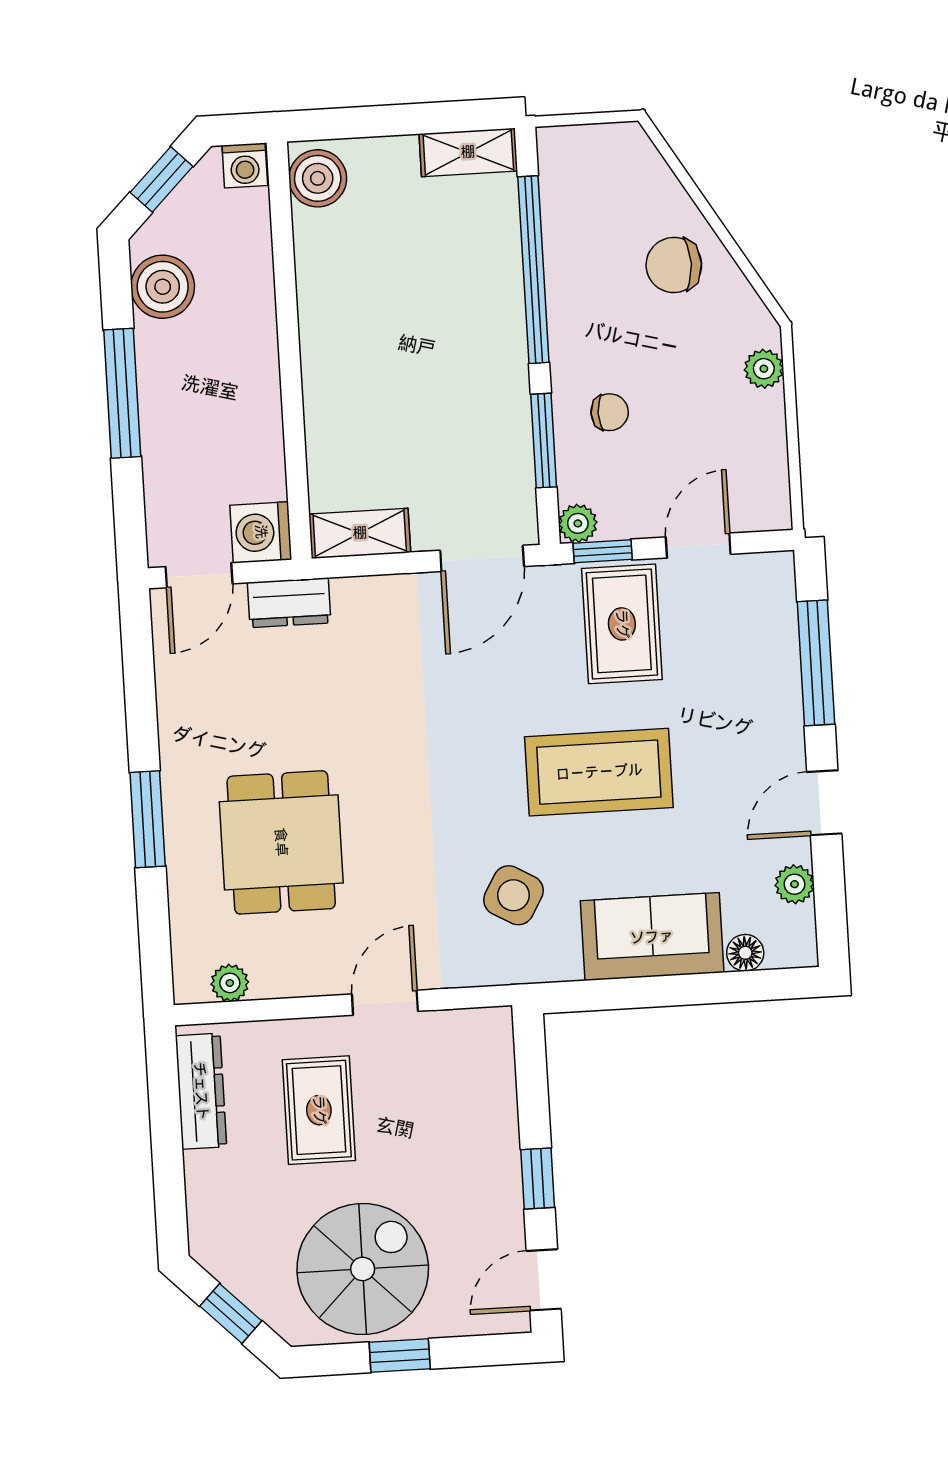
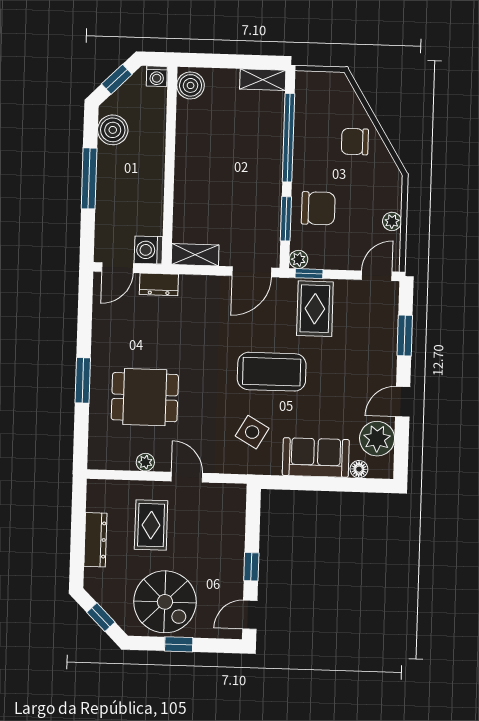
plant: (764, 369) -> (392, 221), moved
chair: (610, 412) -> (318, 208), width x1.87, depth x1.87
door: (698, 546) -> (377, 276), moved
window: (816, 663) -> (405, 335), width x0.69
coffee table: (599, 772) -> (272, 372), moved
dining table: (281, 842) -> (145, 397), turned 90
plant: (795, 884) -> (377, 439), width x1.88, depth x1.88
plant: (230, 983) -> (145, 462), moved
door: (385, 1003) -> (187, 477), hinge flipped
dresser: (201, 1091) -> (95, 540), moved
spiral stairs: (363, 1269) -> (165, 602), turned 90

